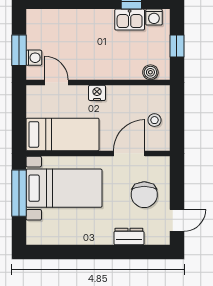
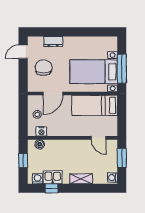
shelving: (84, 17) -> (81, 179), added
washing machine: (34, 58) -> (113, 178), moved
nightstand: (97, 93) -> (41, 131), moved

